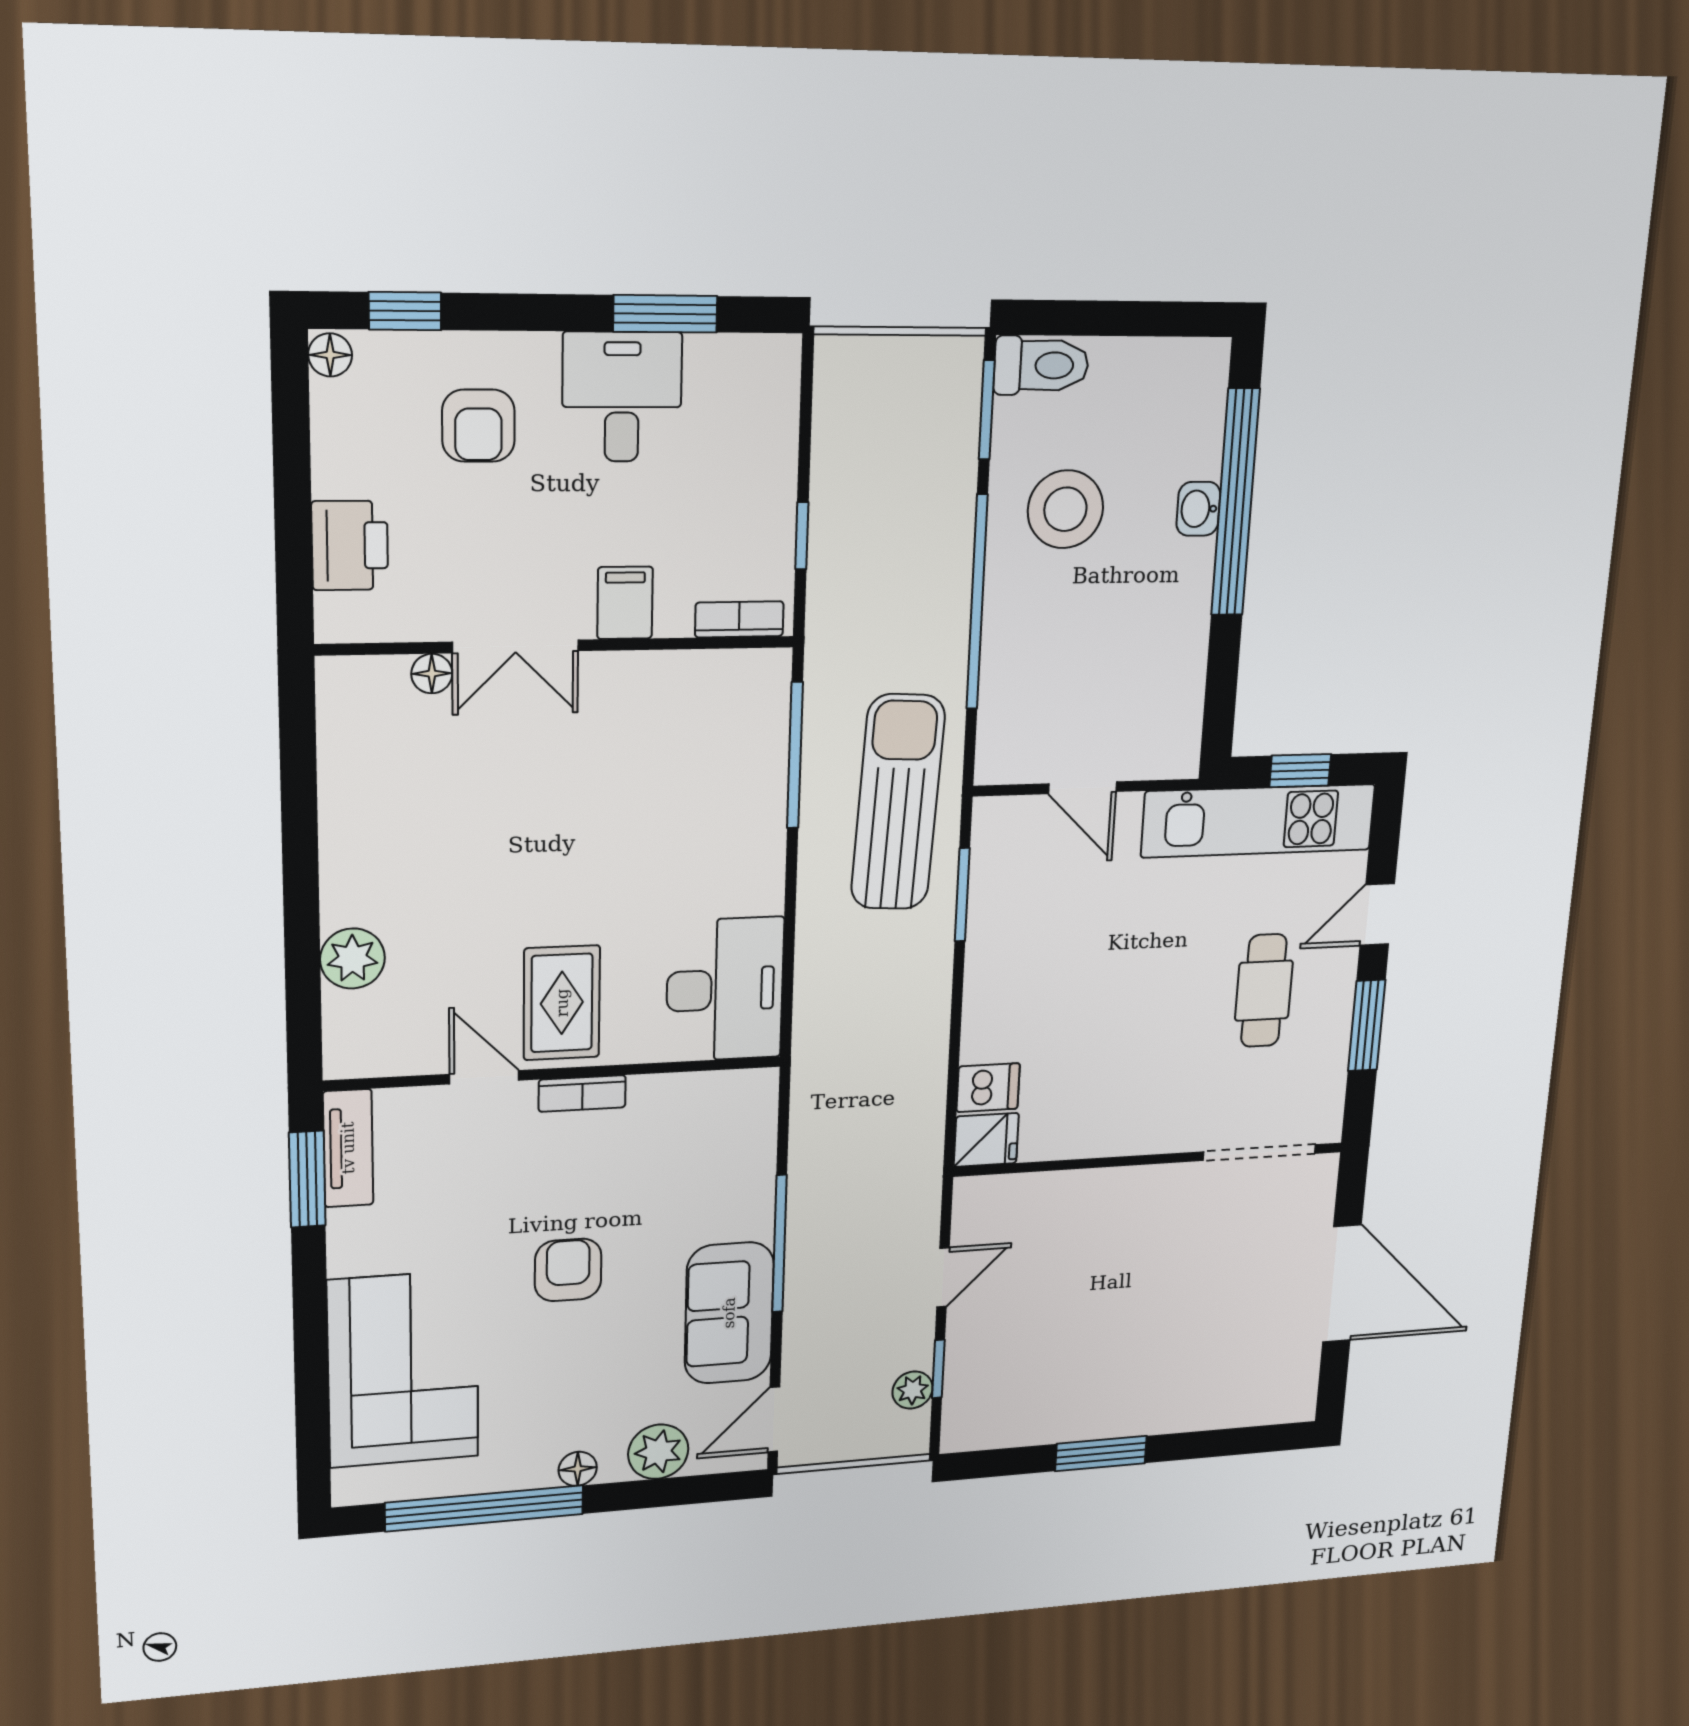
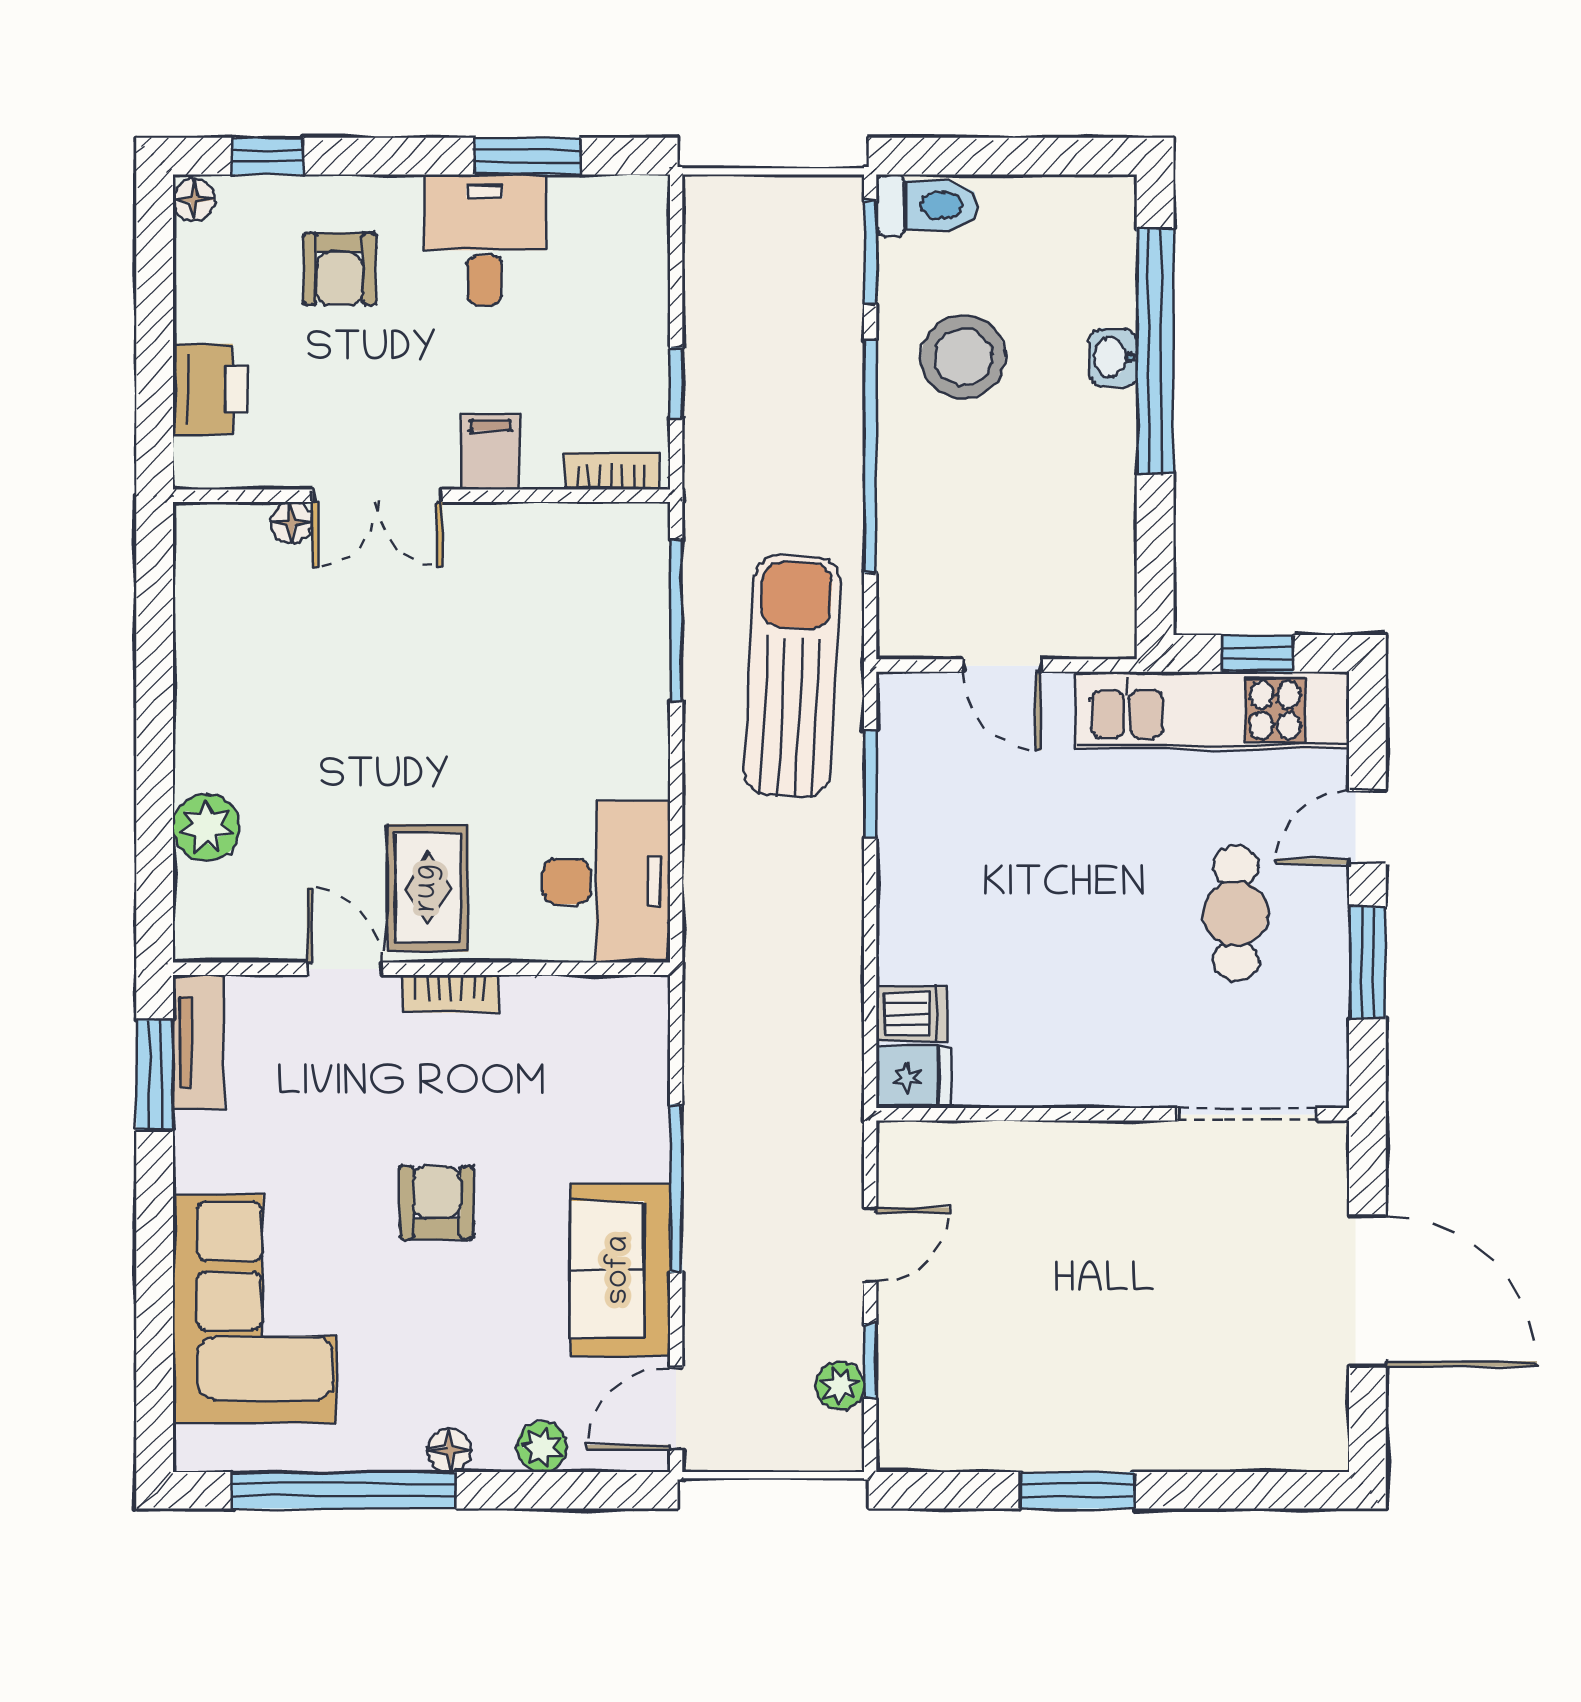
plant: (658, 1452) -> (542, 1447), width x0.73, depth x0.73

